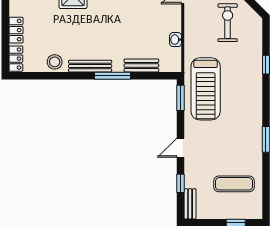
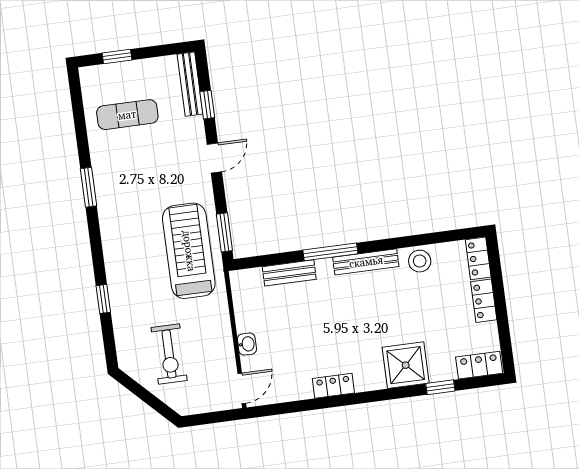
washbasin: (176, 40) -> (247, 344), moved
bench: (190, 204) -> (190, 84), width x1.36

